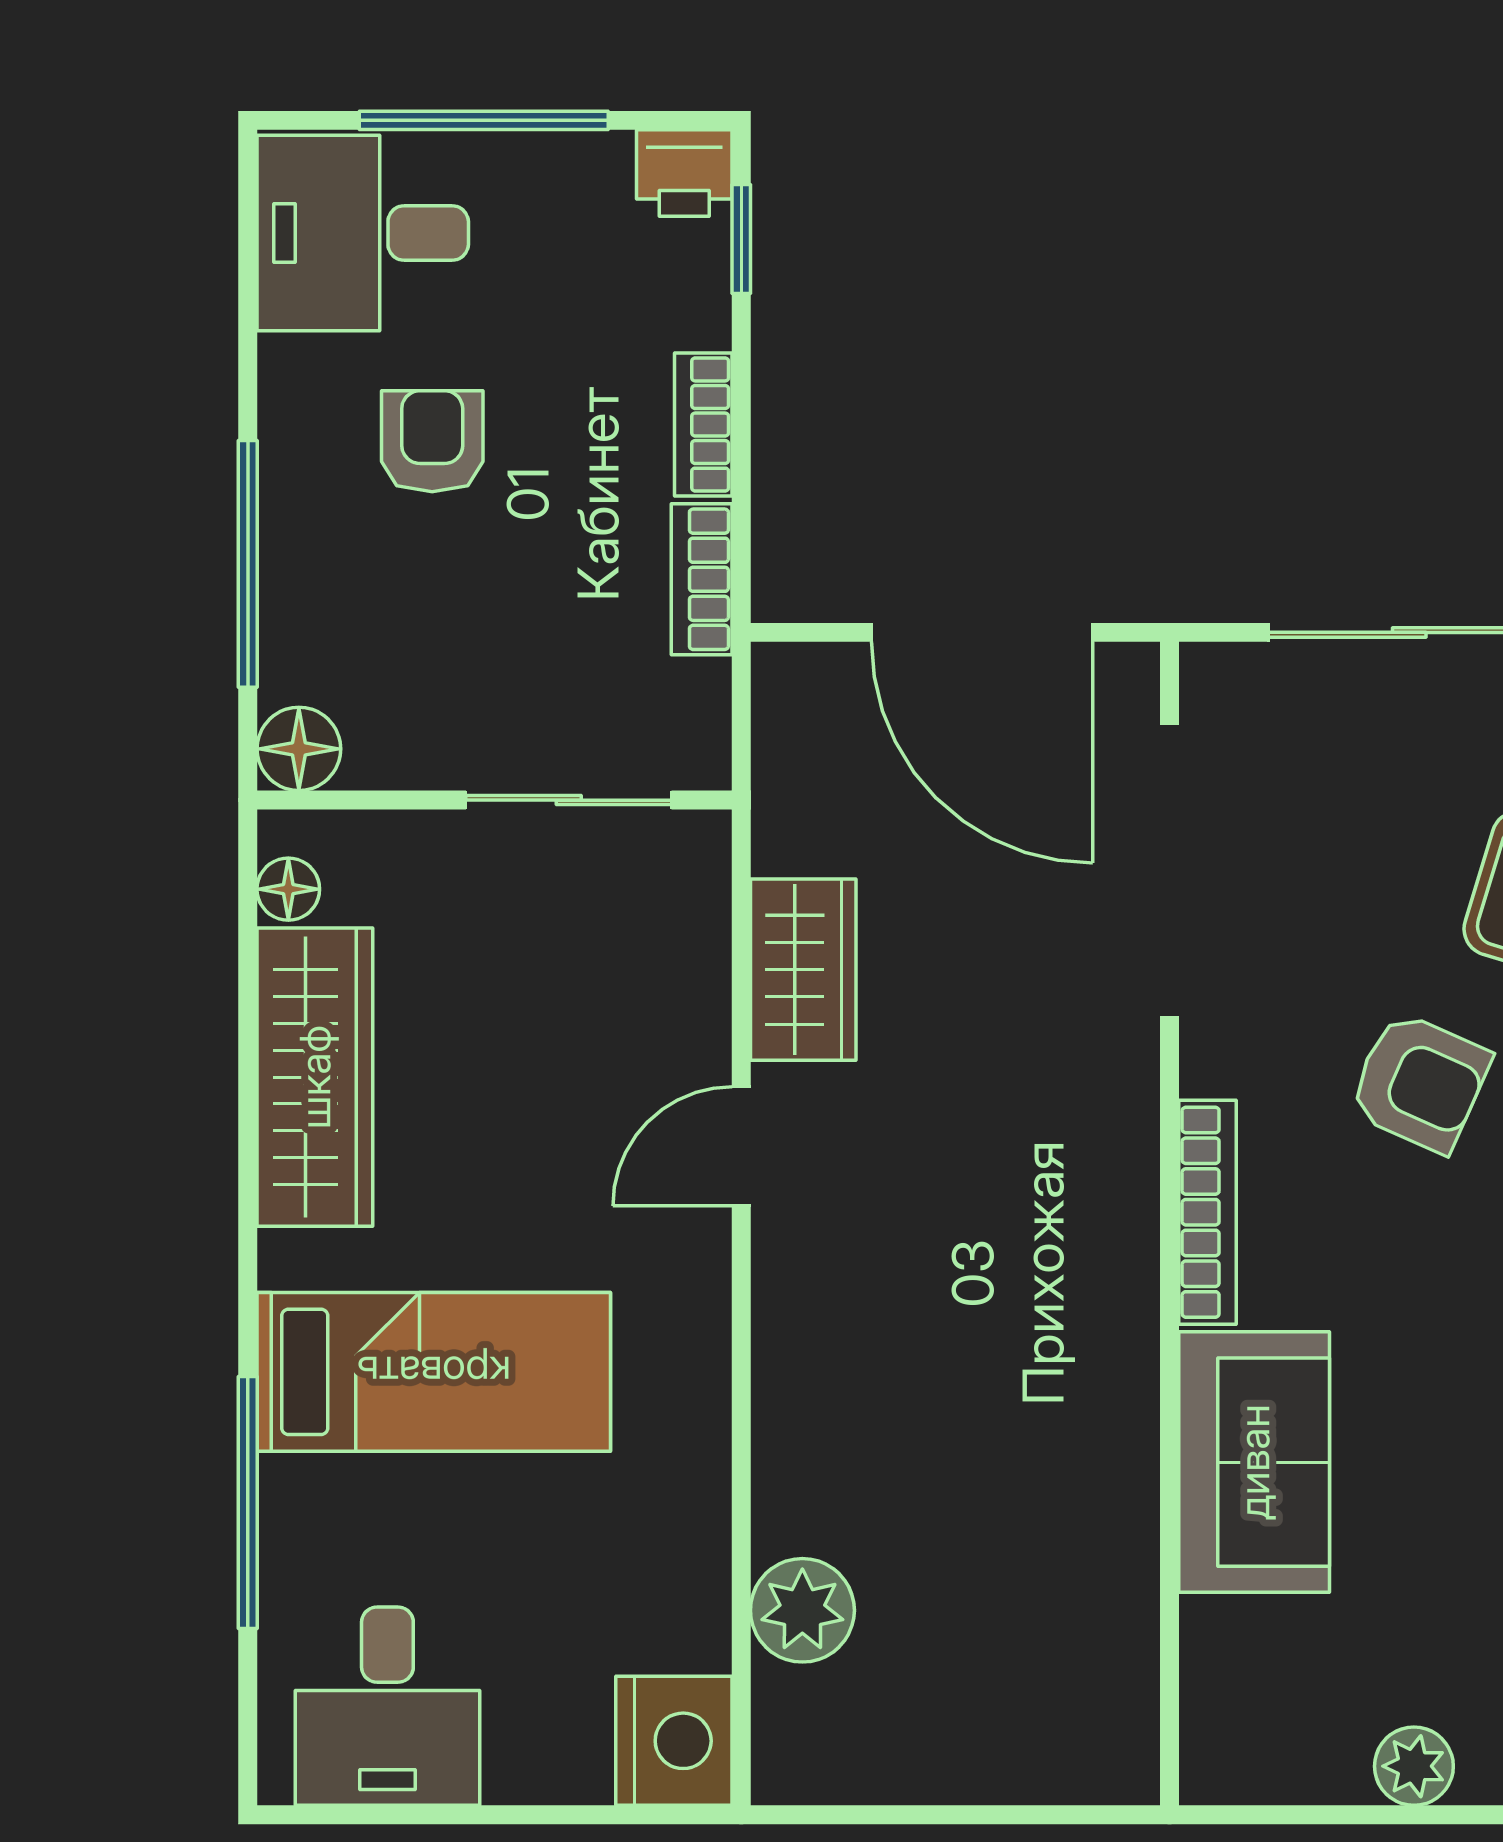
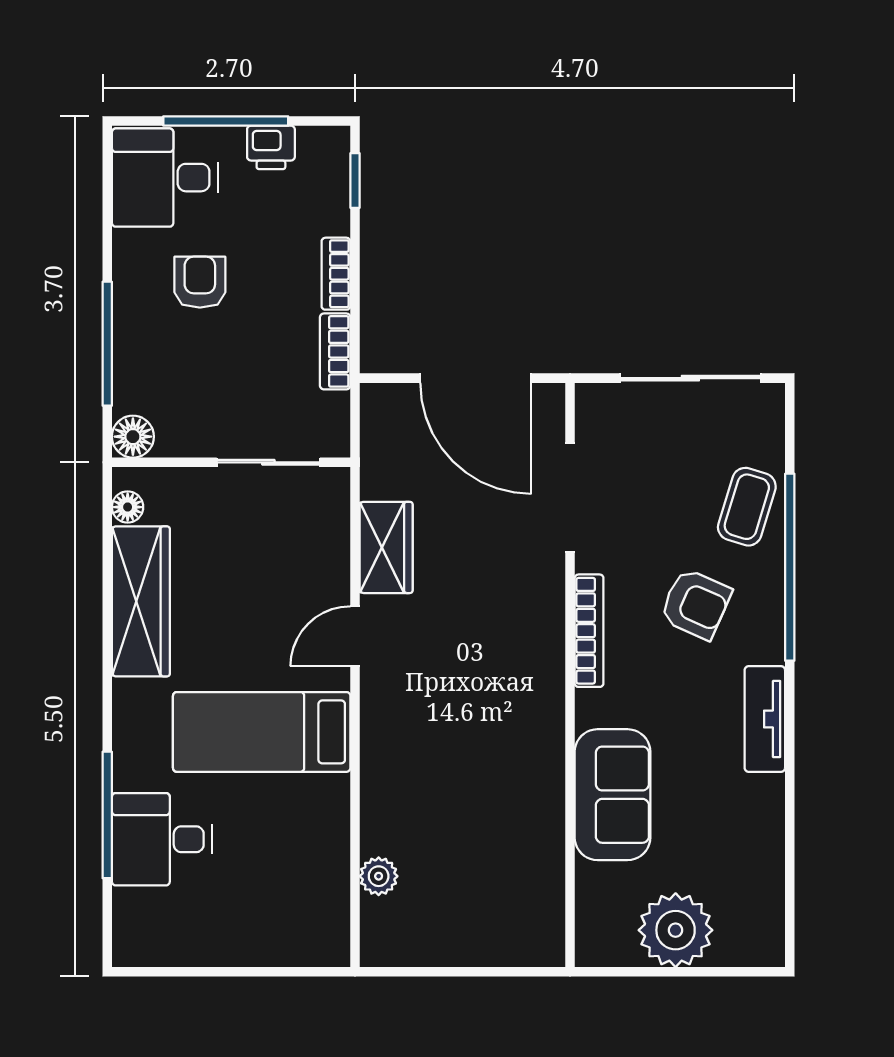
printer: (684, 173) -> (271, 147), moved
doorway: (1169, 870) -> (570, 498), width x0.73
bookcase: (1207, 1212) -> (589, 631), moved
bed: (434, 1372) -> (262, 732), moved, turned 180
plant: (802, 1610) -> (379, 876), width x0.73, depth x0.73
desk: (387, 1706) -> (162, 839), moved, turned 90
nightstand: (674, 1741) -> (321, 935), removed
plant: (1414, 1766) -> (676, 930), width x1.88, depth x1.88

